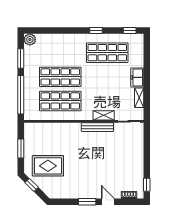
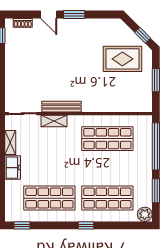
window: (96, 30) -> (86, 225), moved
shop shelf: (60, 77) -> (107, 198), moved

